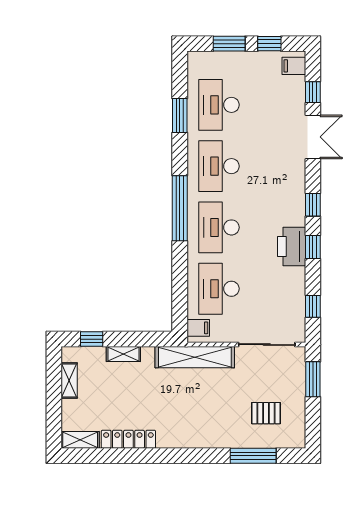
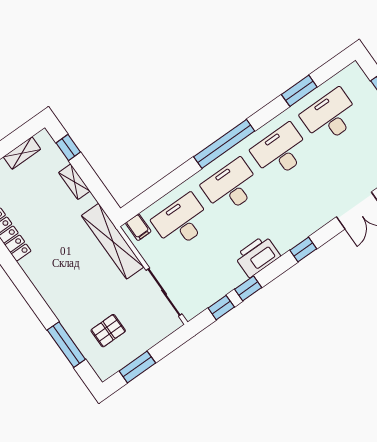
window: (313, 247) -> (248, 288), moved
window: (313, 379) -> (137, 367), moved
pallet: (266, 413) -> (108, 331), turned 90

